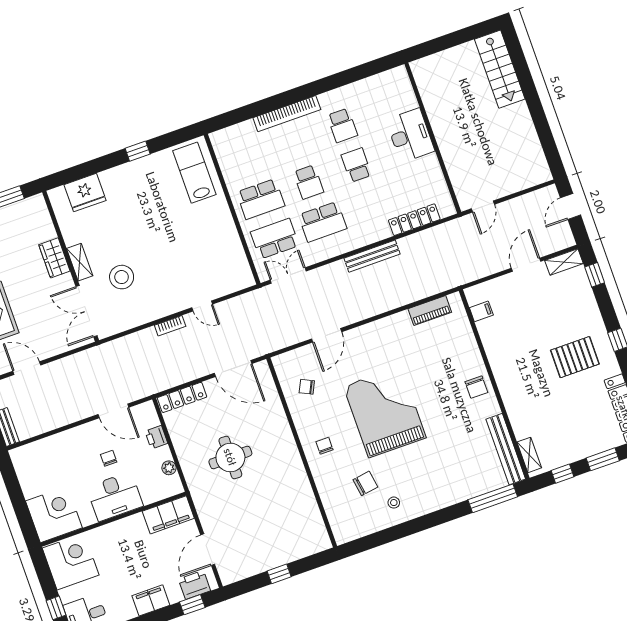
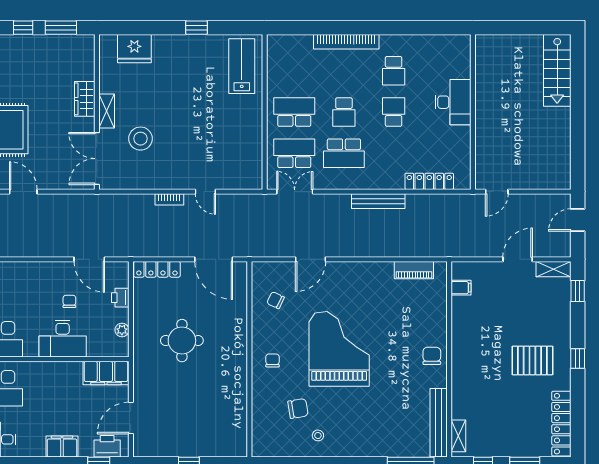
school desk: (261, 199) -> (294, 112), turned 180
chair: (476, 387) -> (432, 356), turned 180

